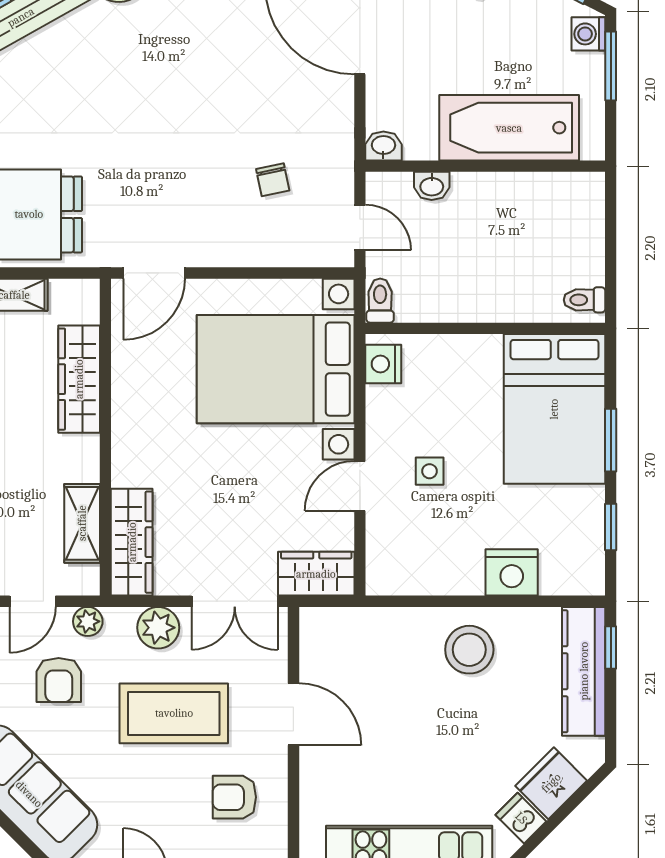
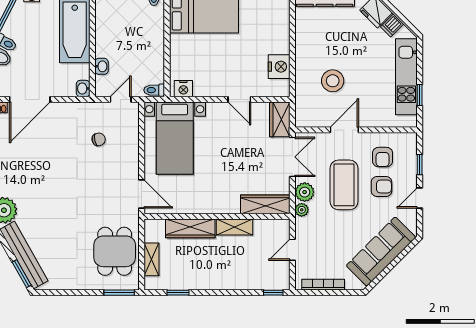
bed with nightstands: (276, 369) -> (175, 138), width x0.73
side table: (430, 471) -> (233, 67), removed
shelving: (82, 523) -> (234, 227), moved
nightstand: (512, 572) -> (279, 67), moved
door: (33, 601) -> (292, 250), swing flipped
plant: (88, 621) -> (302, 210), moved
stool: (469, 650) -> (333, 81), moved
armchair: (59, 680) -> (382, 186), moved

